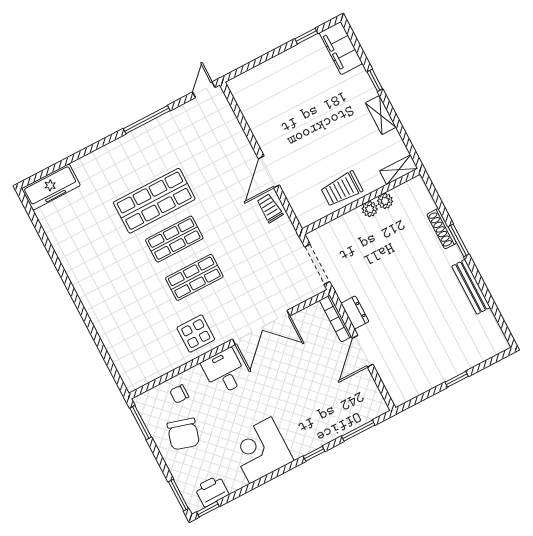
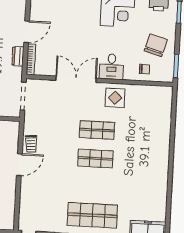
shop shelf: (154, 201) -> (92, 215), moved

